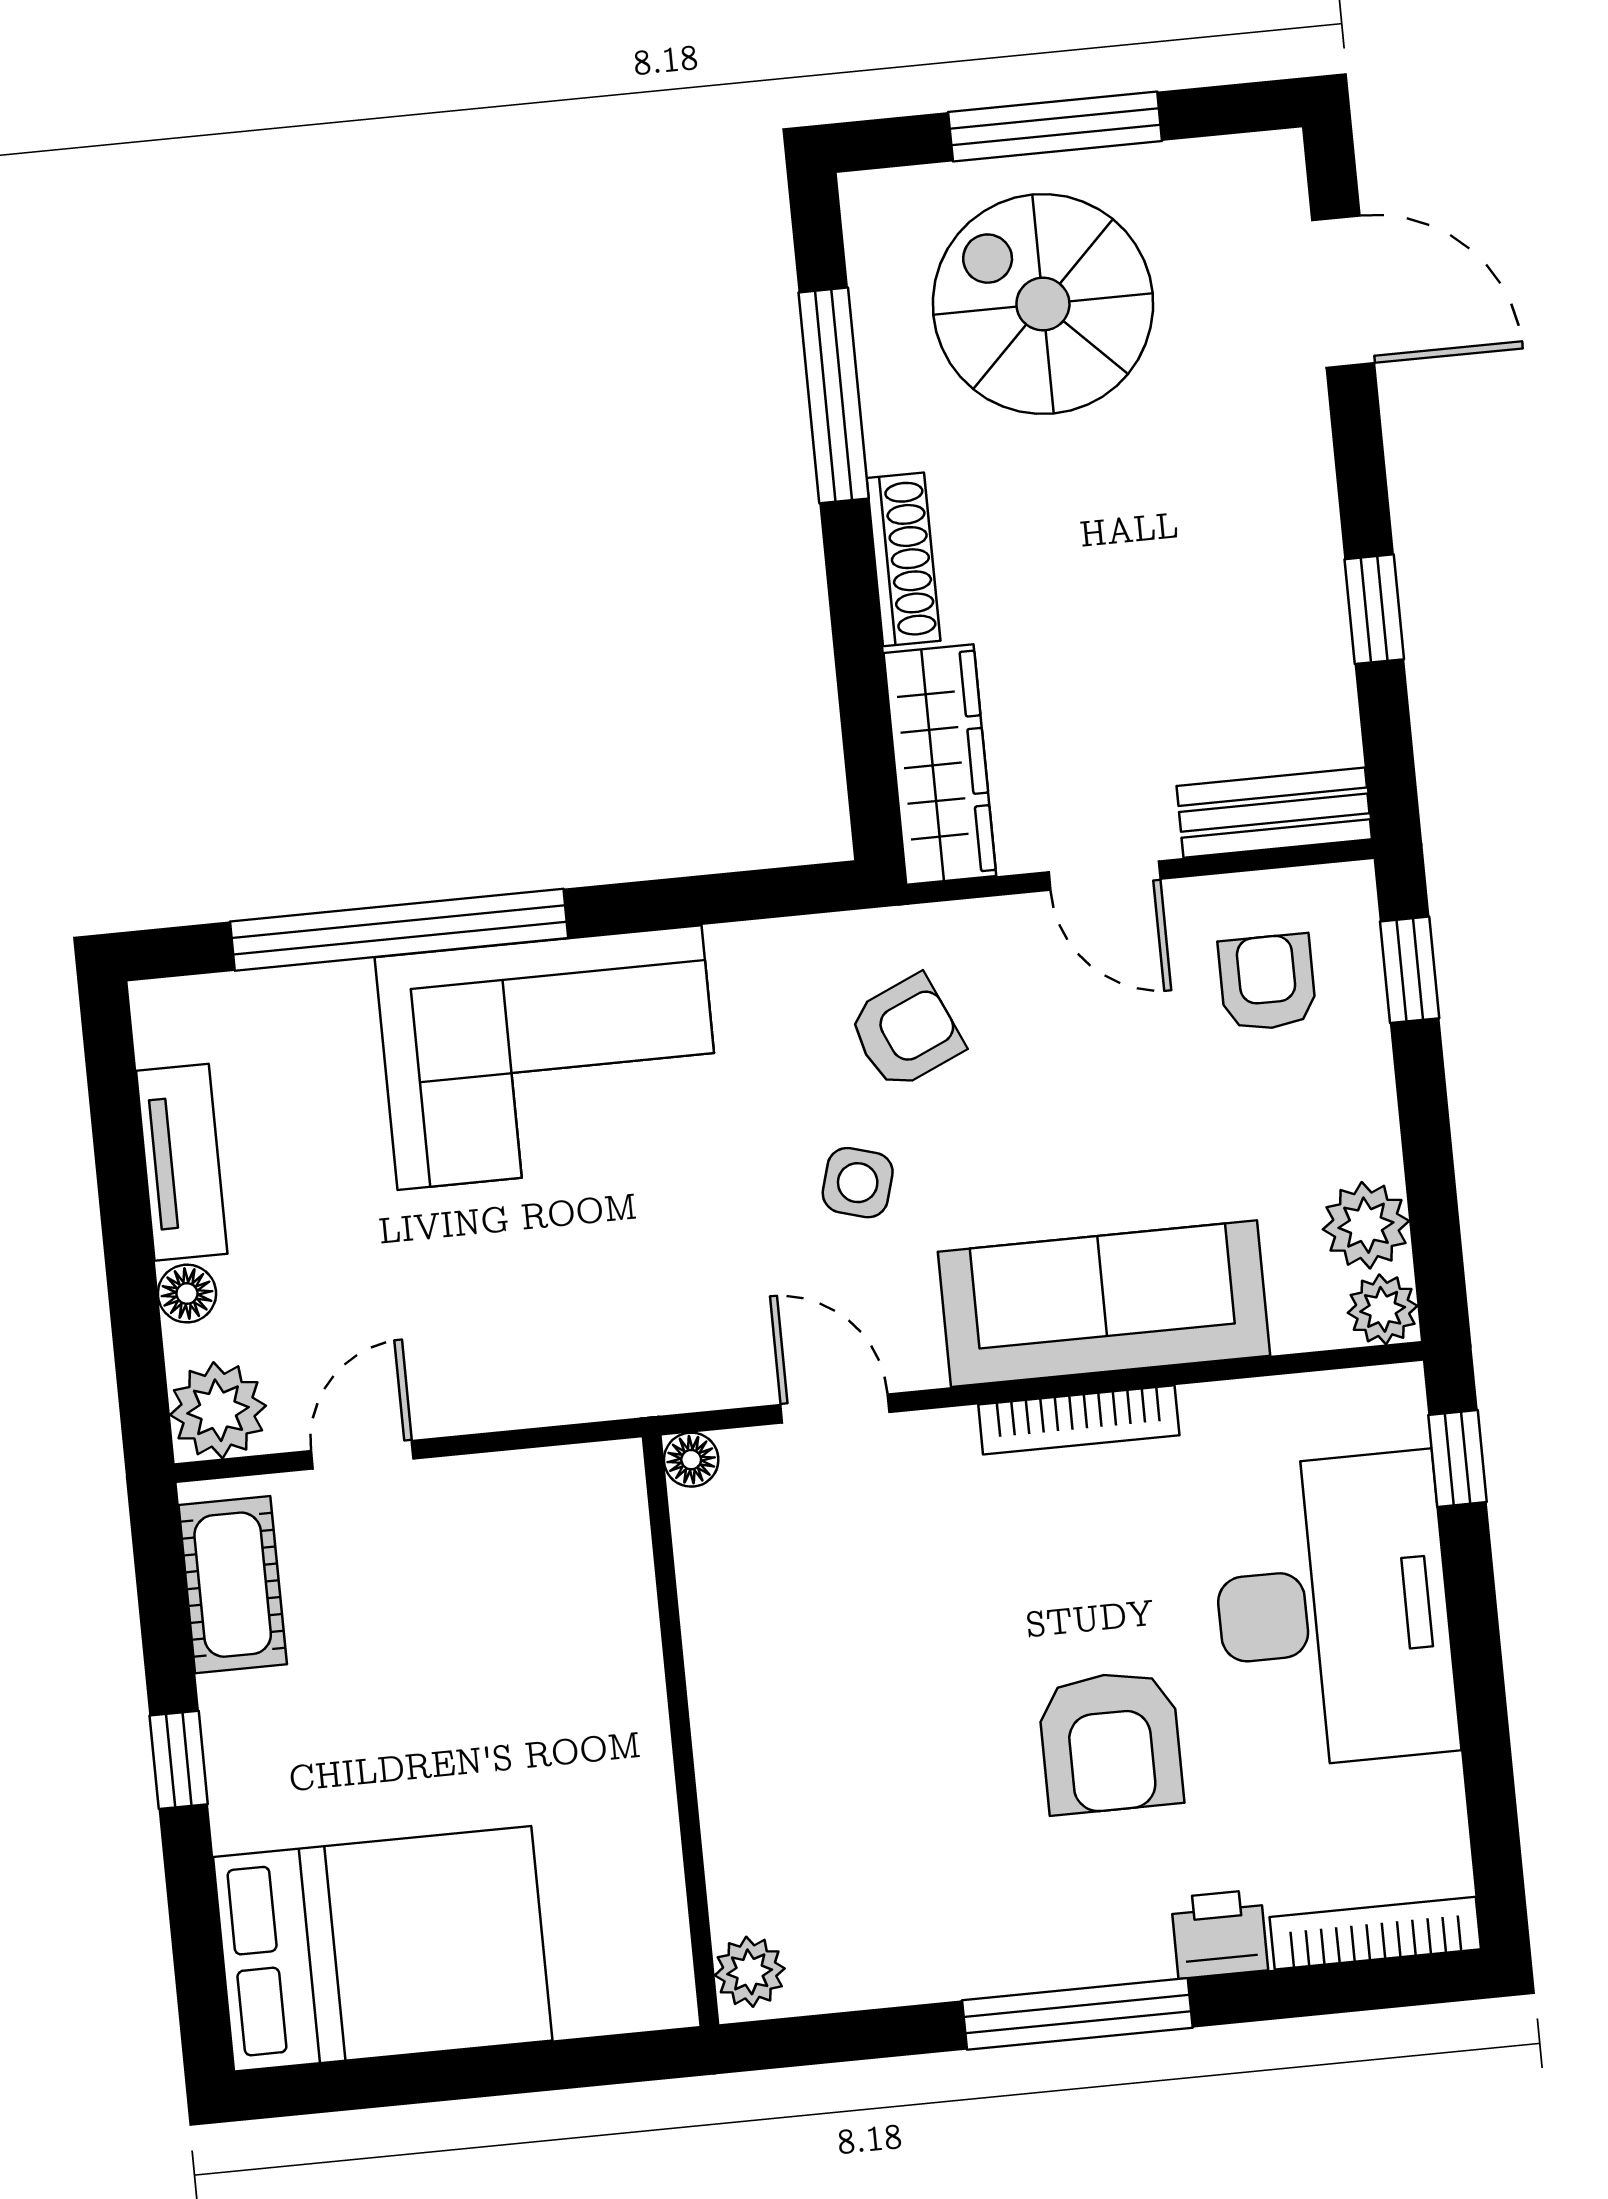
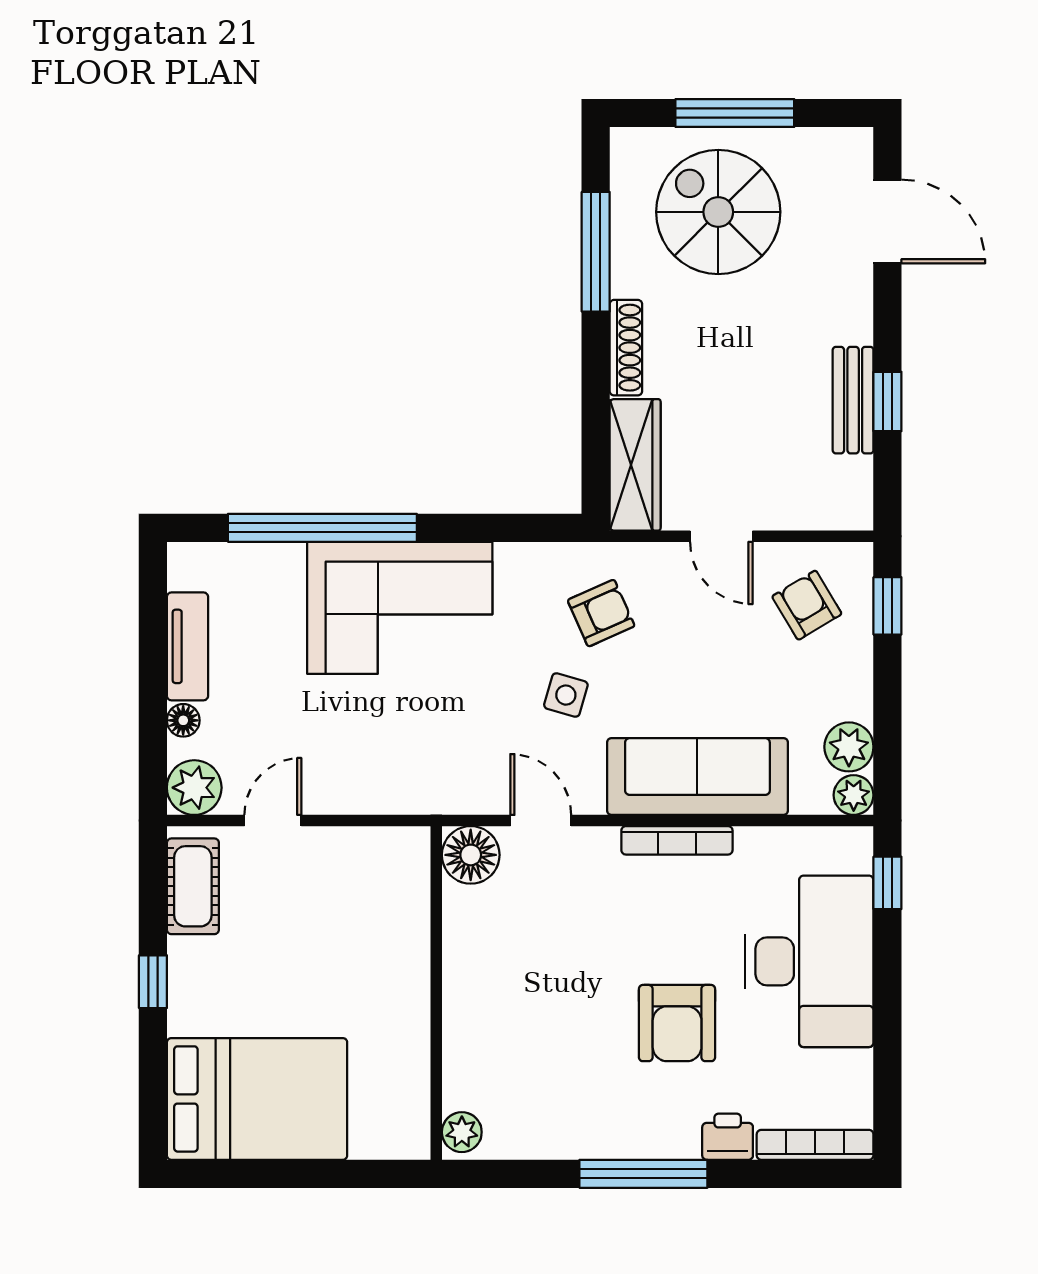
bench: (1274, 813) -> (853, 400), moved, turned 90
armchair: (1267, 982) -> (807, 605), turned -31
floor lamp: (691, 1460) -> (471, 855), width x1.89, depth x1.89

